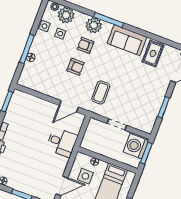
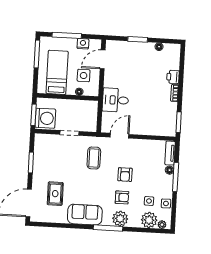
rug: (153, 53) -> (55, 194), moved
armchair: (76, 67) -> (125, 175), turned -90
tv unit: (25, 74) -> (170, 153), added

